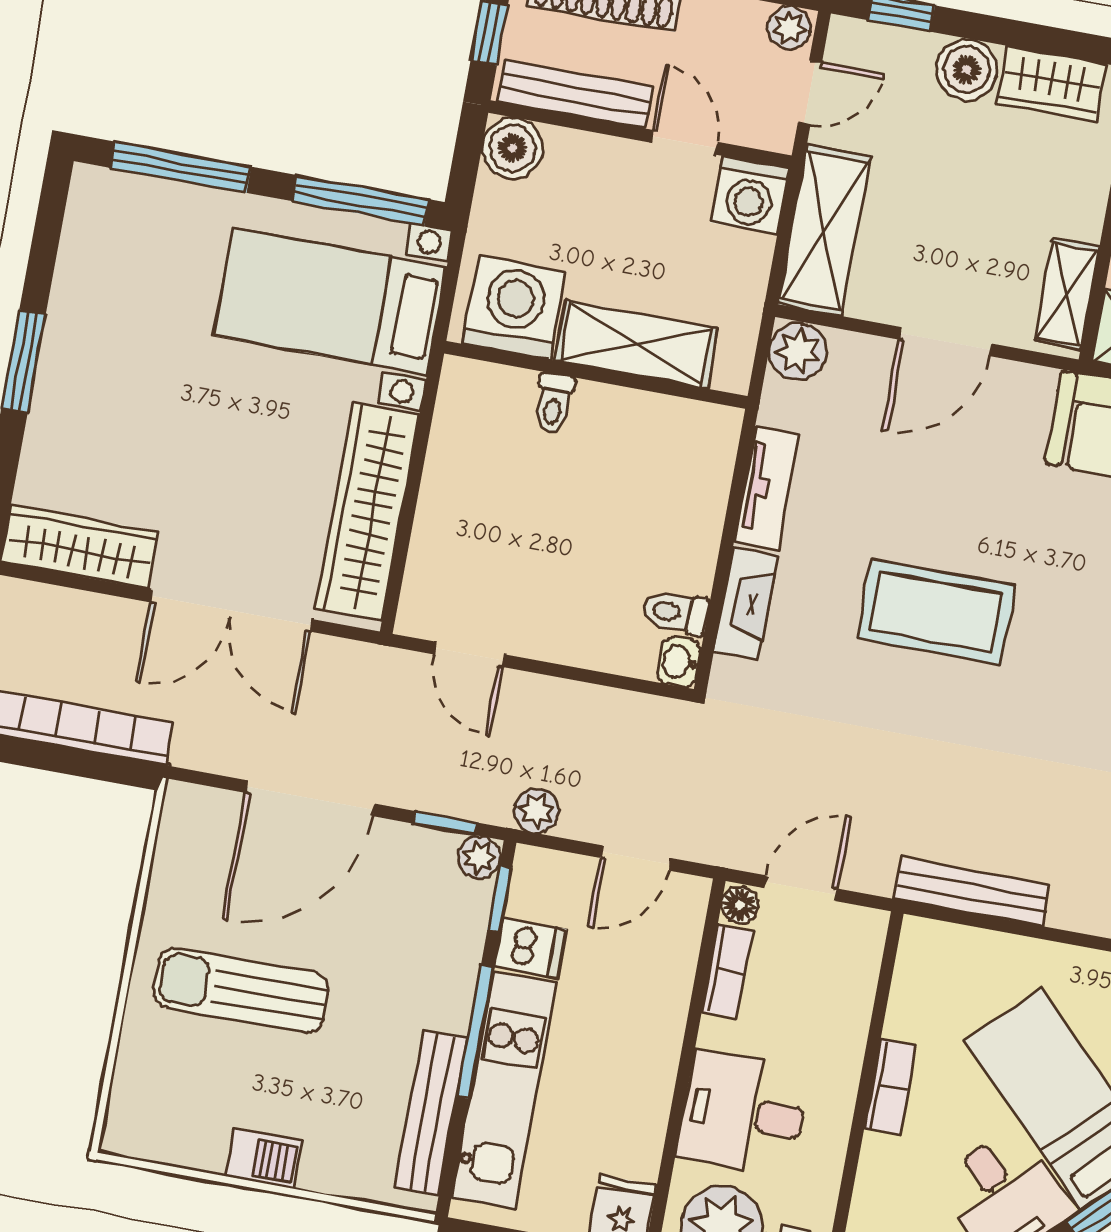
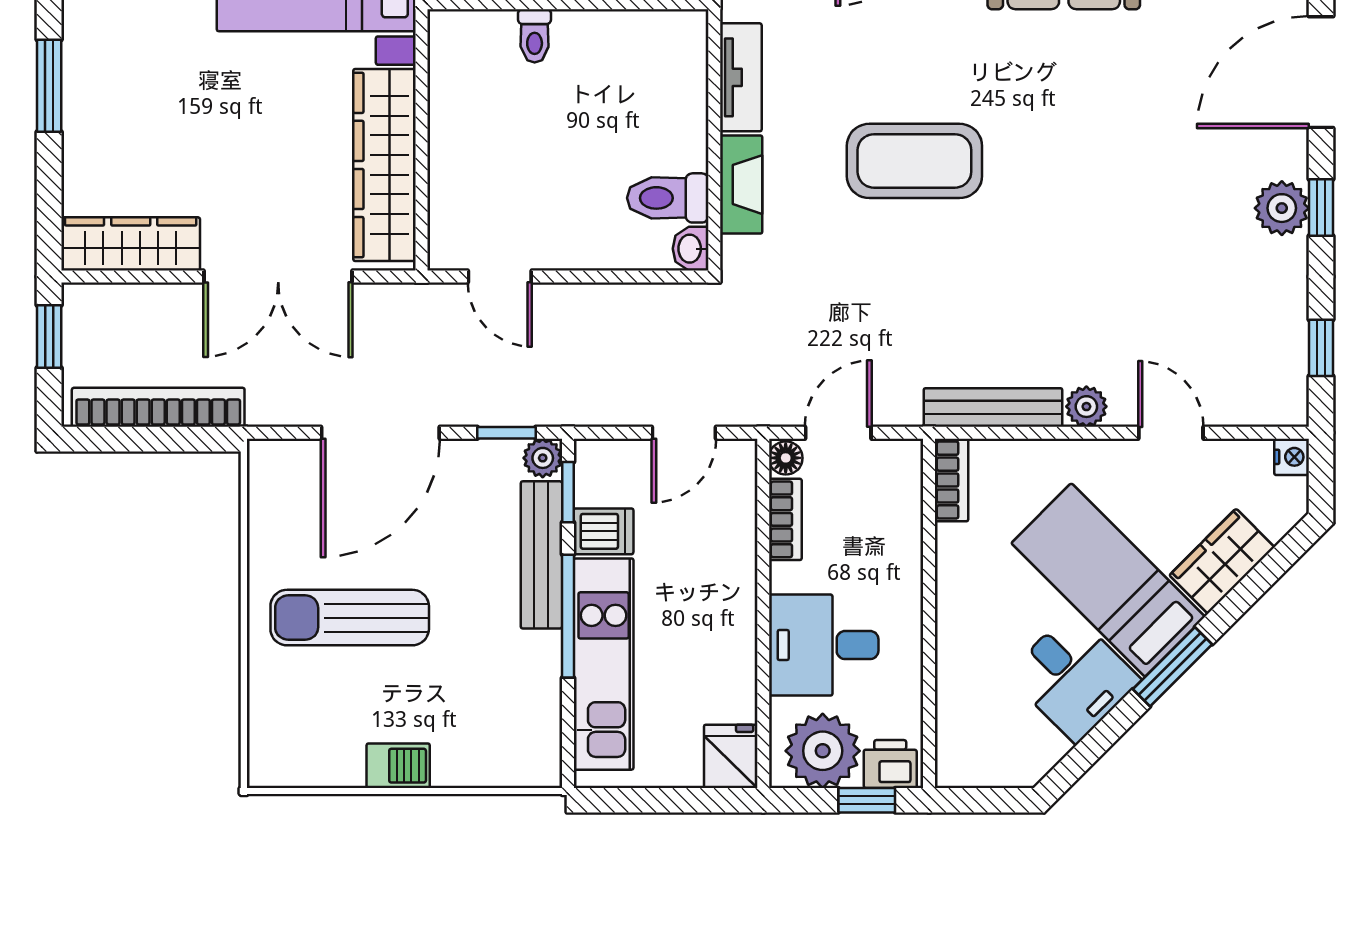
toilet: (675, 613) -> (668, 198), width x1.37, depth x1.39
plant: (536, 811) -> (1086, 407), moved
bookcase: (890, 1087) -> (952, 480), moved
bench: (431, 1113) -> (541, 555), moved

